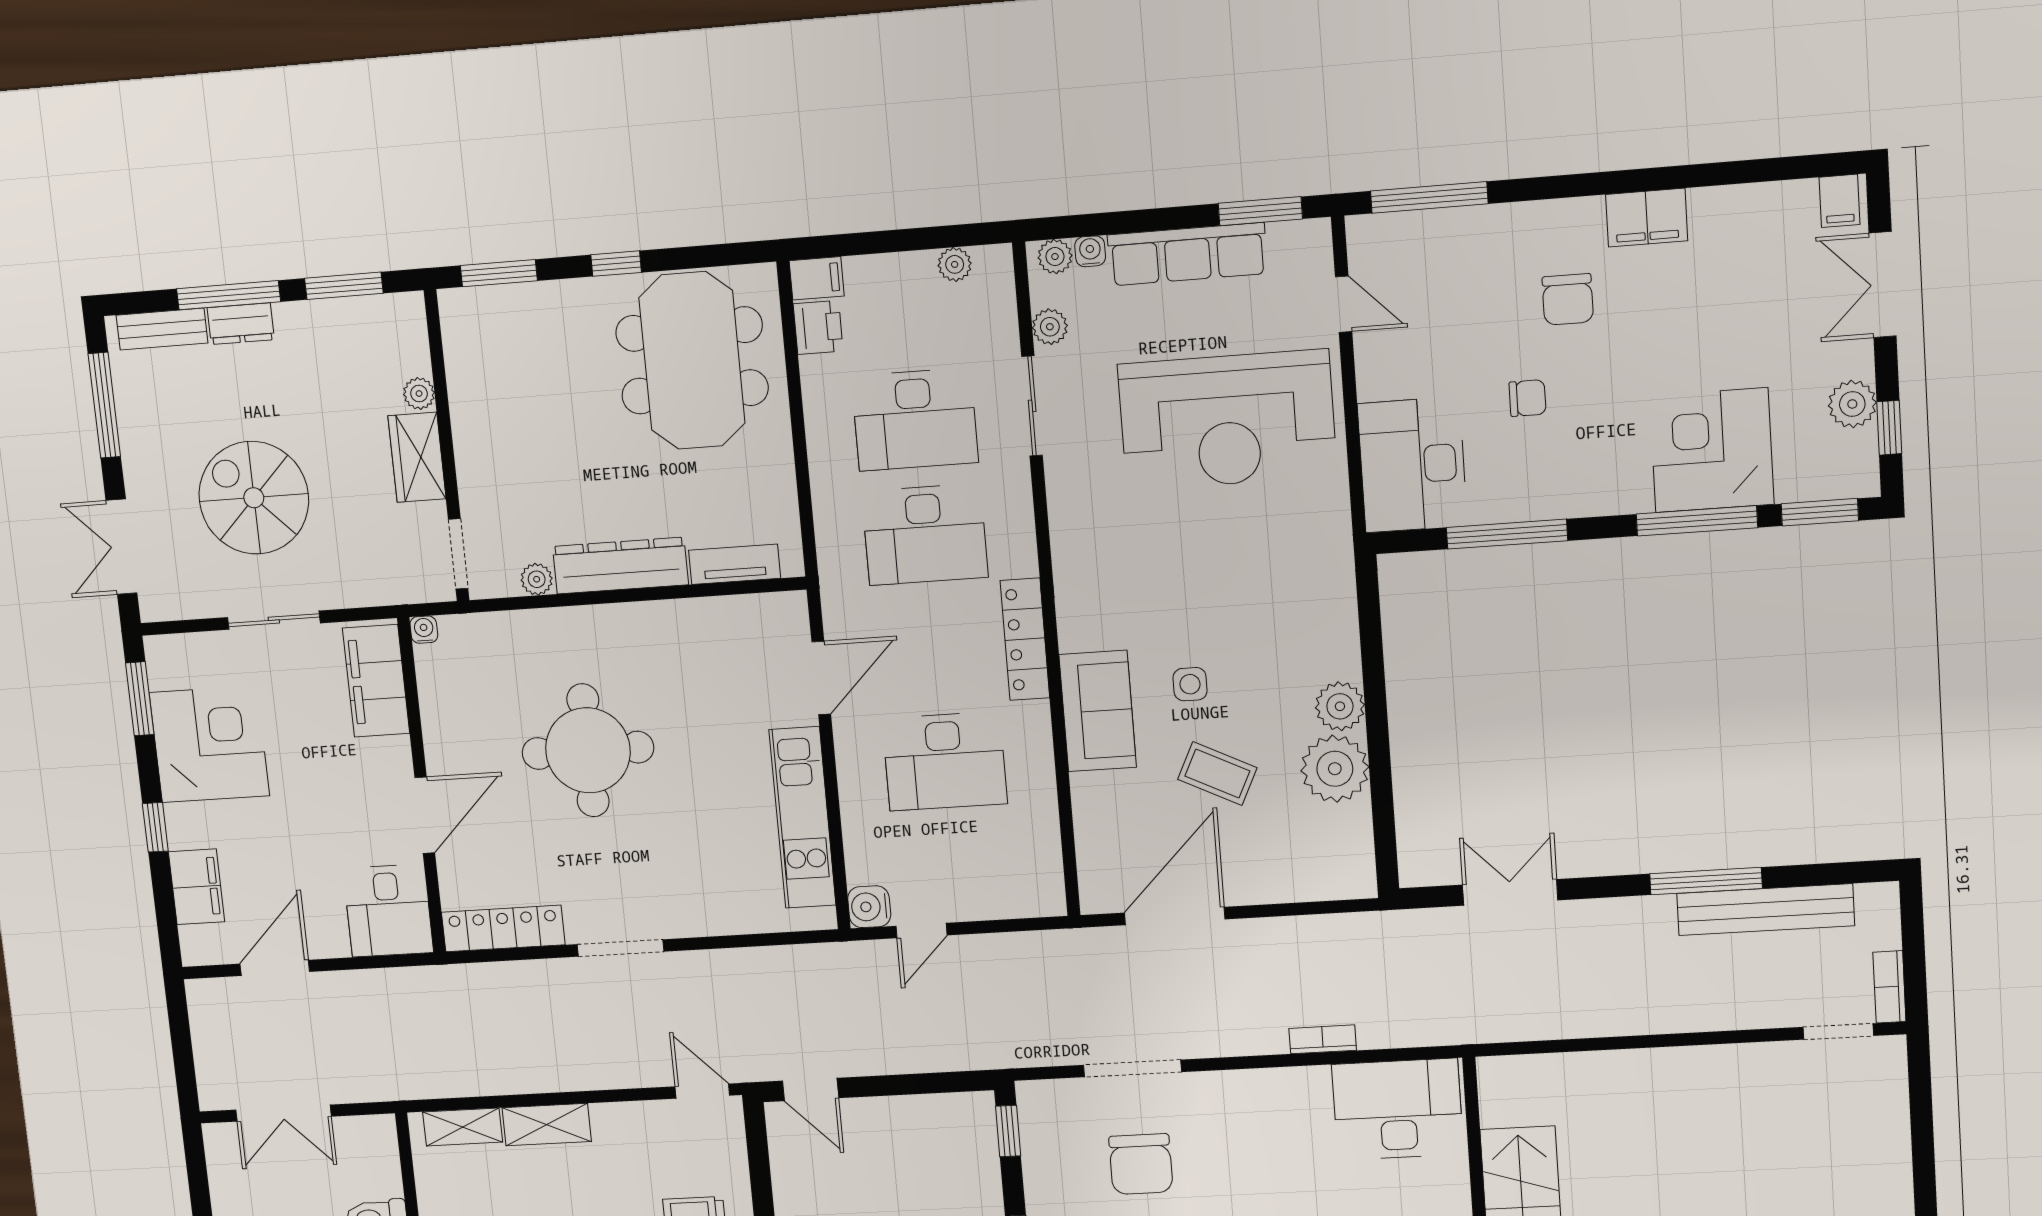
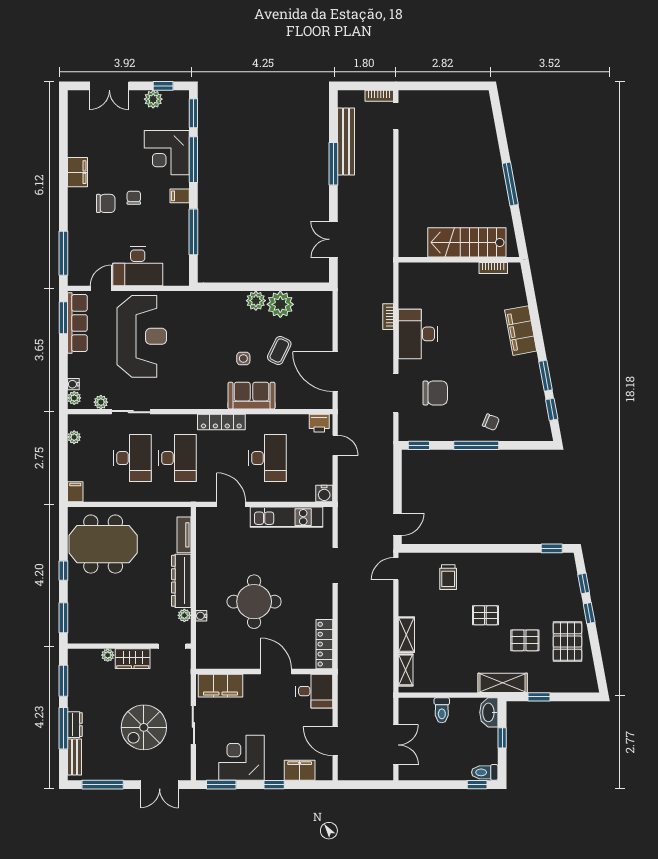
filing cabinet: (1840, 201) -> (180, 196), moved, turned 180
row of seats: (1187, 254) -> (77, 323), moved
printer: (818, 327) -> (319, 423), moved, turned 180
chair: (1528, 398) -> (134, 198), moved
desk: (1412, 465) -> (138, 266), moved
water cooler: (424, 630) -> (201, 616), moved
door: (921, 931) -> (335, 445), moved
doorway: (621, 948) -> (335, 565), moved
desk: (1398, 1109) -> (418, 334), moved

